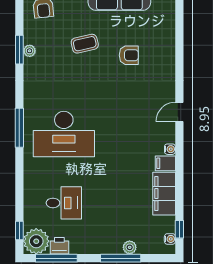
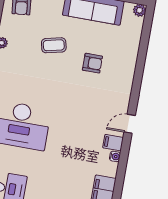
filing cabinet: (165, 163) -> (113, 143), moved

